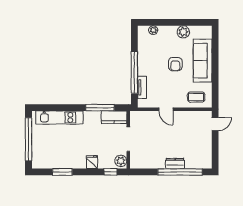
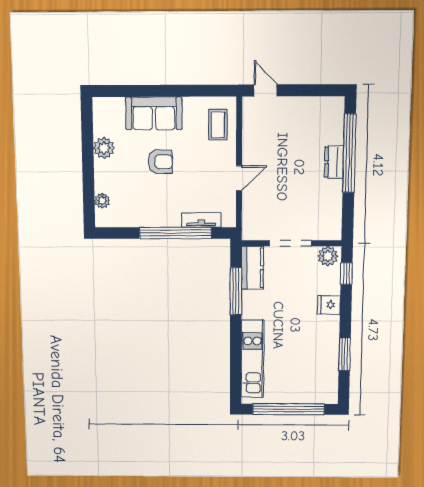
sofa: (203, 61) -> (154, 113), width x0.73

